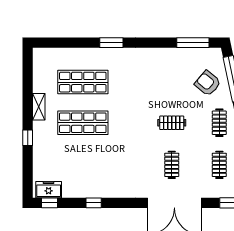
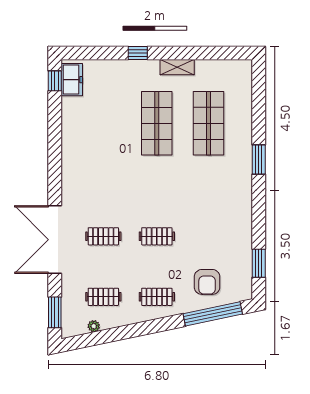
window: (193, 43) -> (259, 263), width x0.69
armchair: (208, 83) -> (207, 282), turned 140
clothes rail: (172, 123) -> (157, 236), turned 90
window: (94, 203) -> (55, 137), removed

